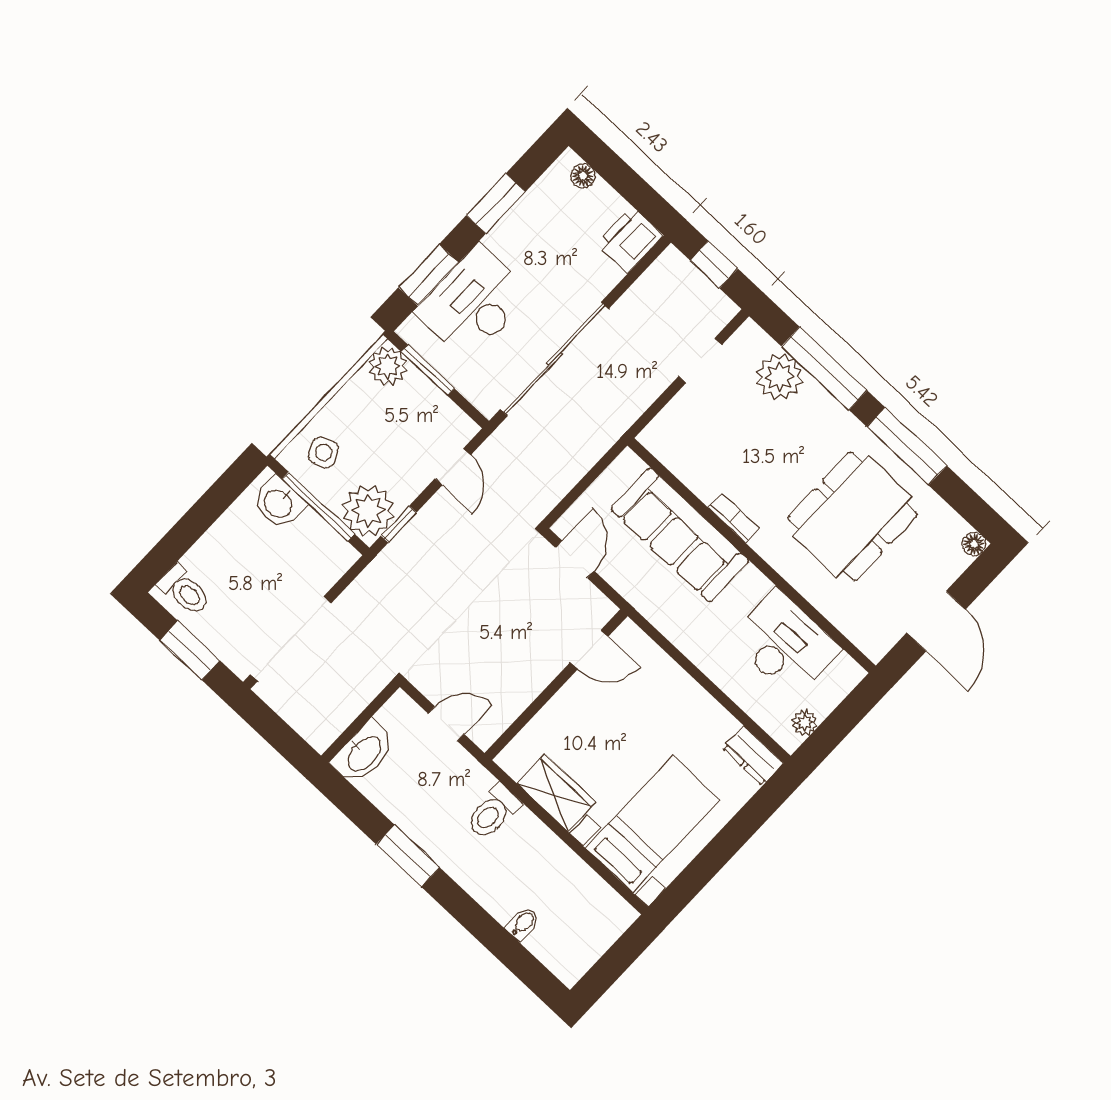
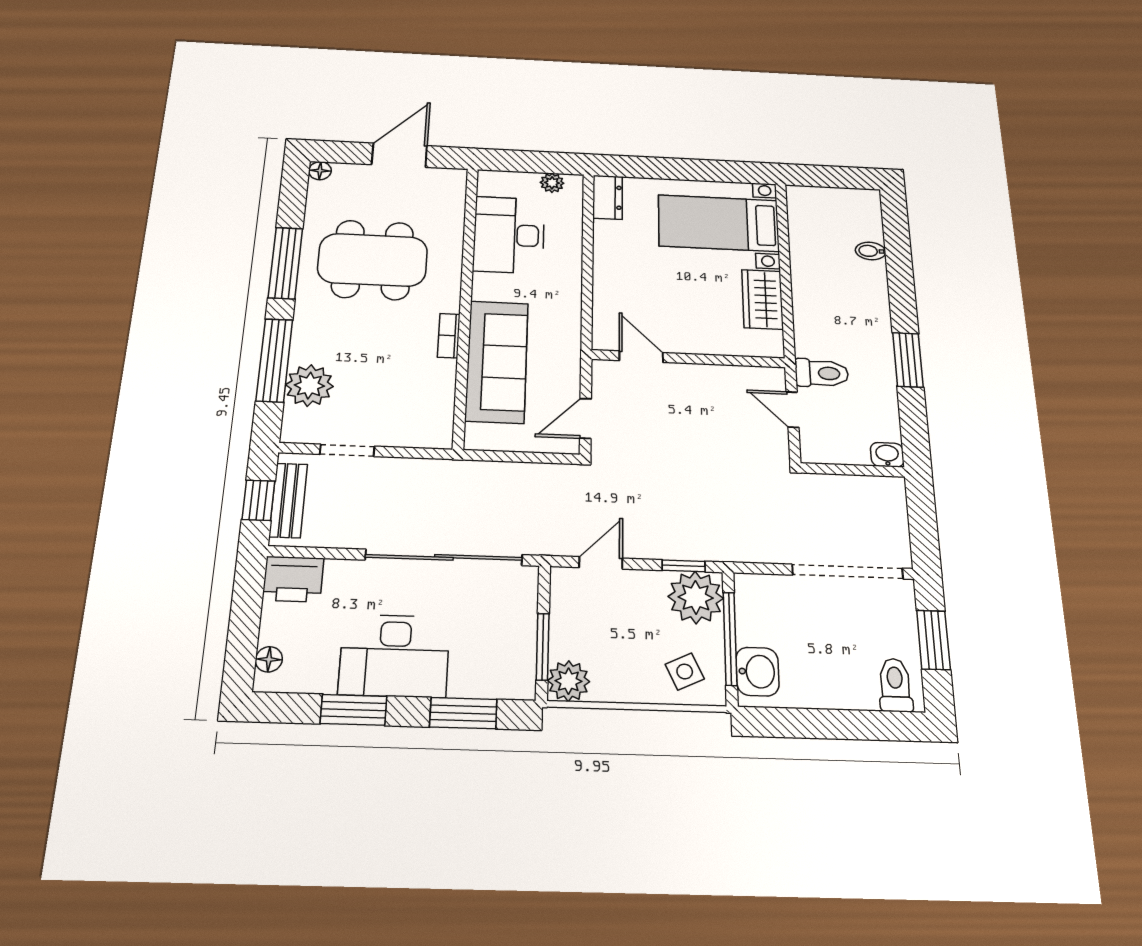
bench: (695, 286) -> (288, 500), added
desk: (473, 303) -> (394, 656), moved
washbasin: (364, 753) -> (887, 455), width x0.52, depth x0.69
toilet: (493, 812) -> (822, 373), moved

